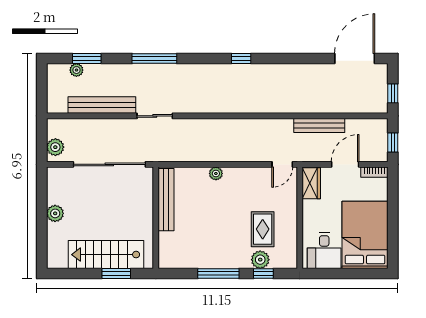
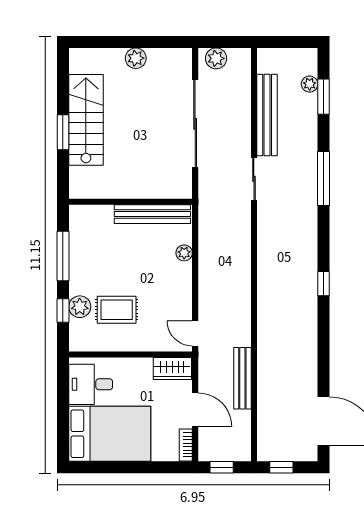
bench: (166, 200) -> (152, 214), moved
wall: (156, 218) -> (131, 202), moved

